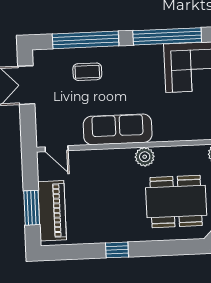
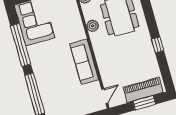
coffee table: (87, 72) -> (54, 88), removed
plant: (145, 157) -> (93, 26), moved

